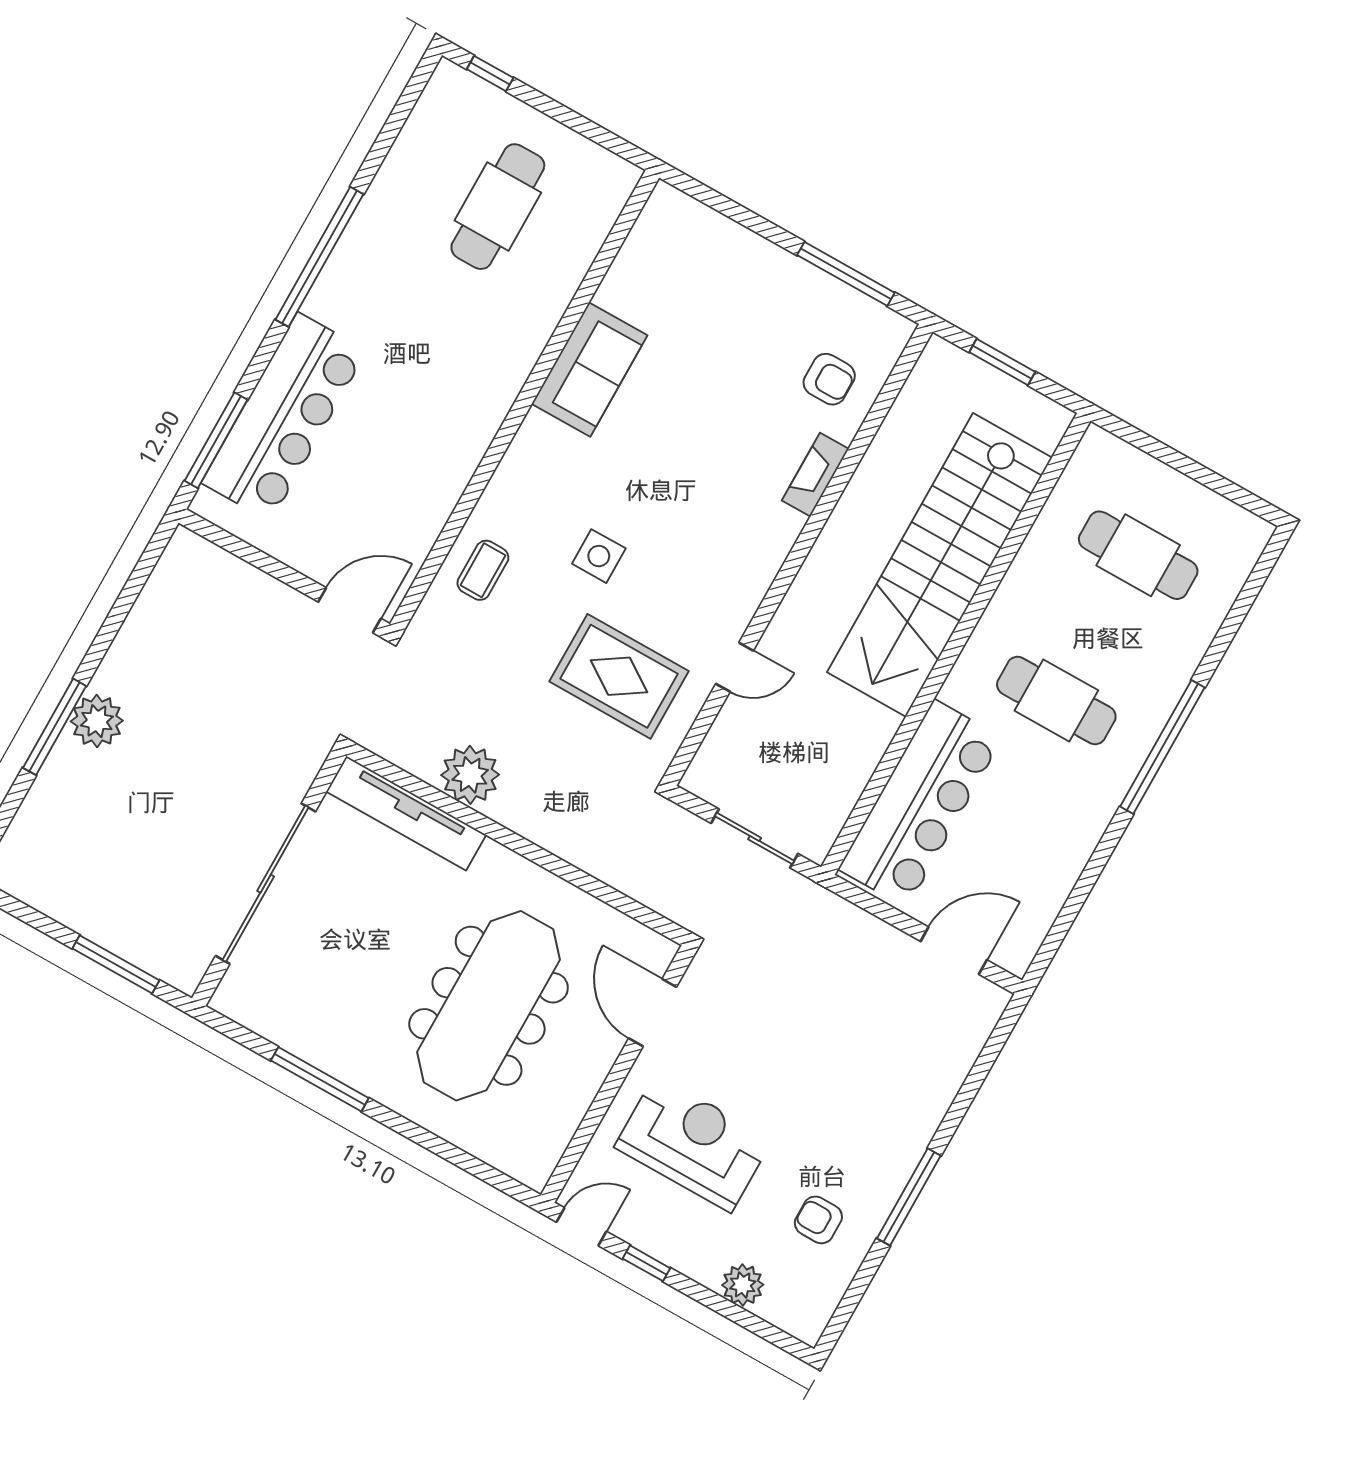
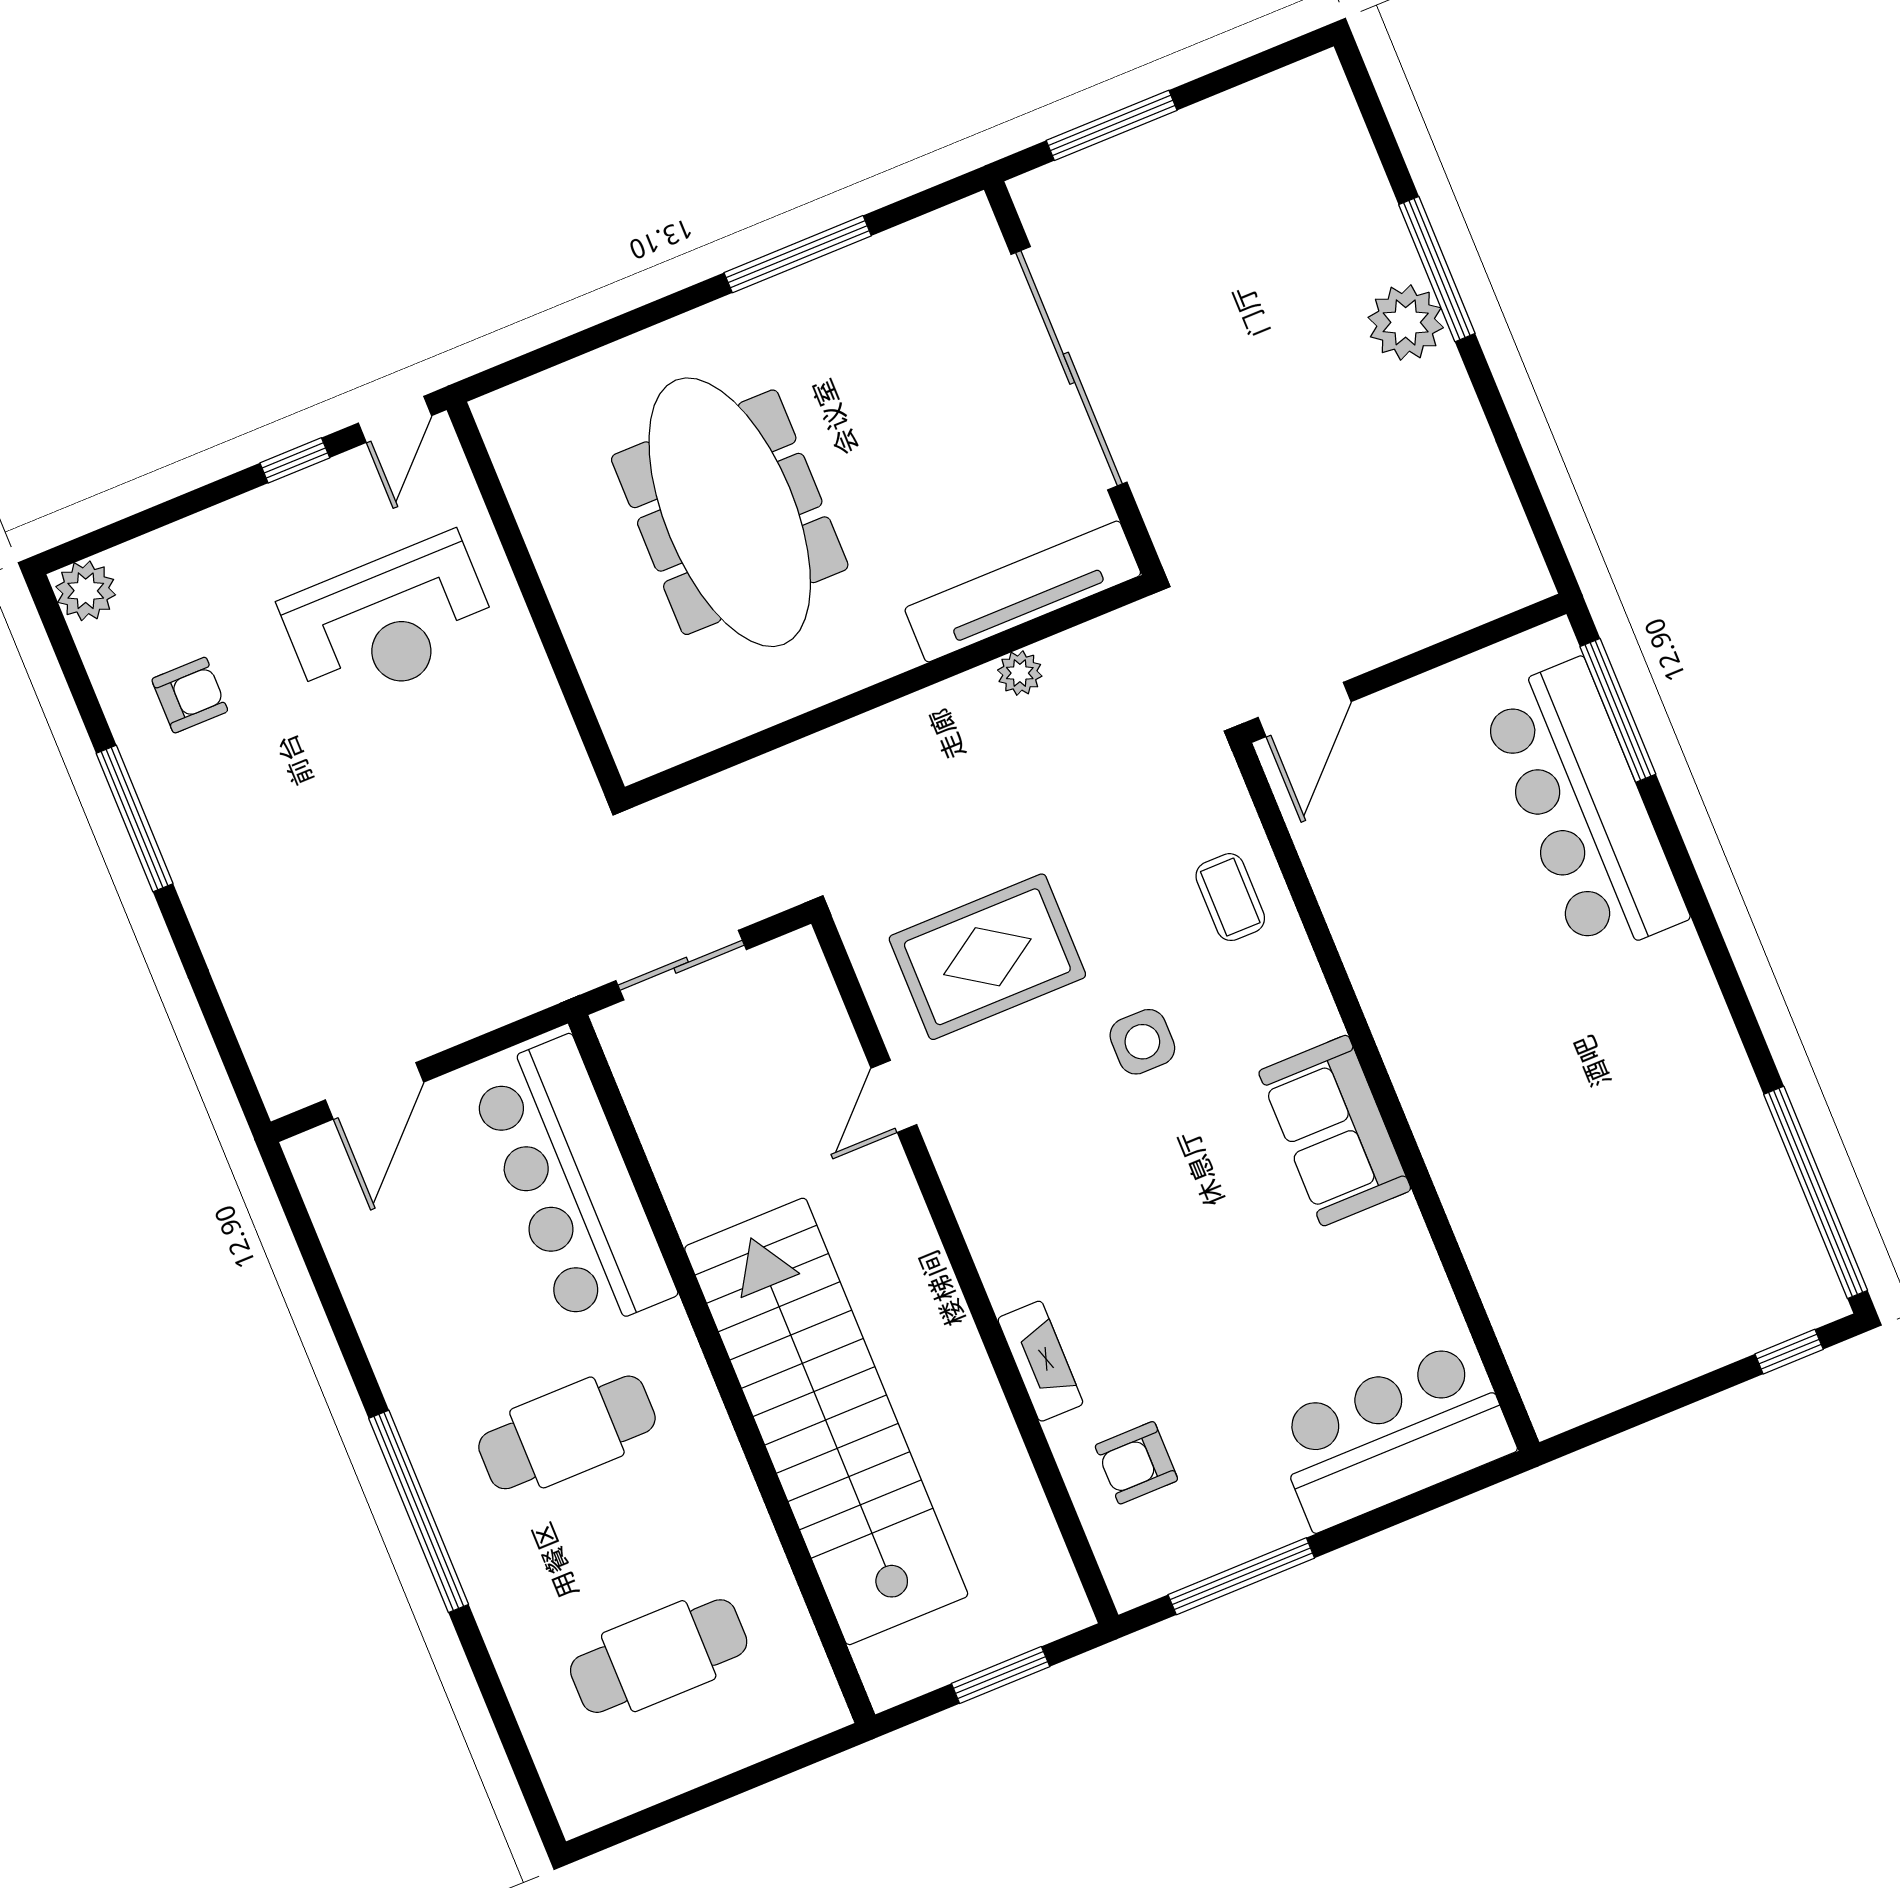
cafe table: (498, 207) -> (1631, 1241), removed
bar counter: (705, 252) -> (1393, 1436), added
window: (319, 257) -> (1816, 1192), moved
sofa: (590, 370) -> (1335, 1131), moved
plant: (470, 775) -> (1020, 673), width x0.53, depth x0.53
door: (653, 1013) -> (574, 693), removed
plant: (743, 1285) -> (86, 591), moved

